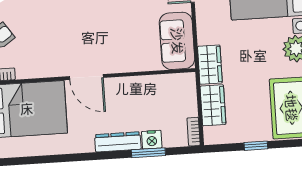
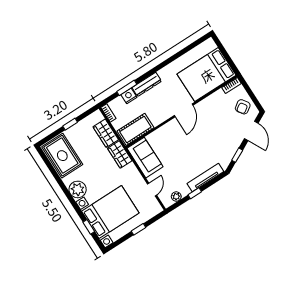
door: (86, 77) -> (184, 110), swing flipped
cot: (169, 88) -> (135, 129), added

